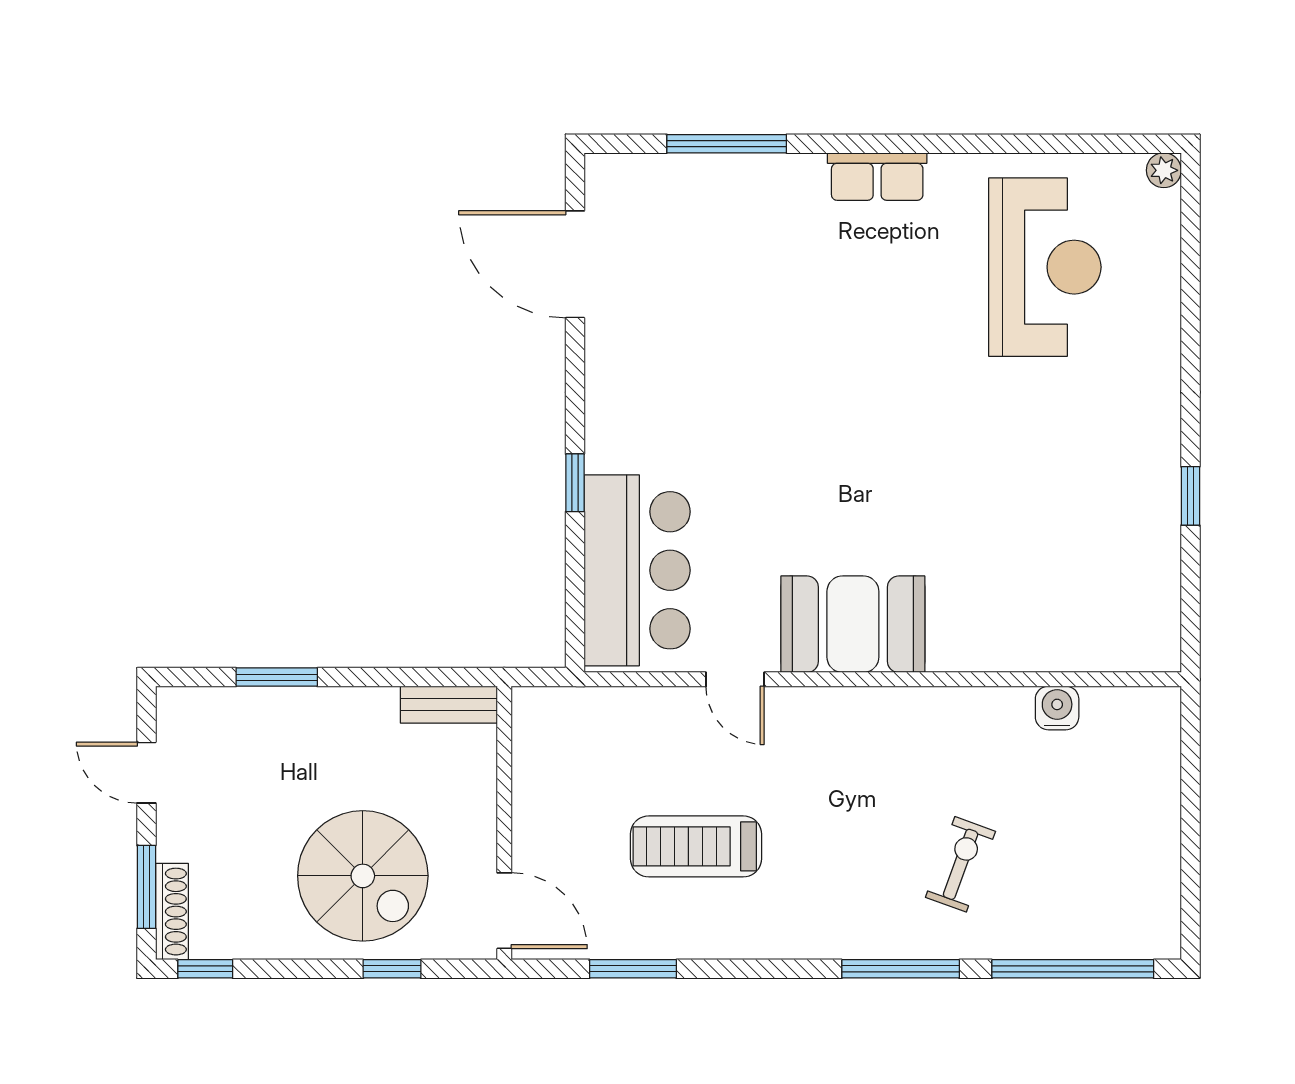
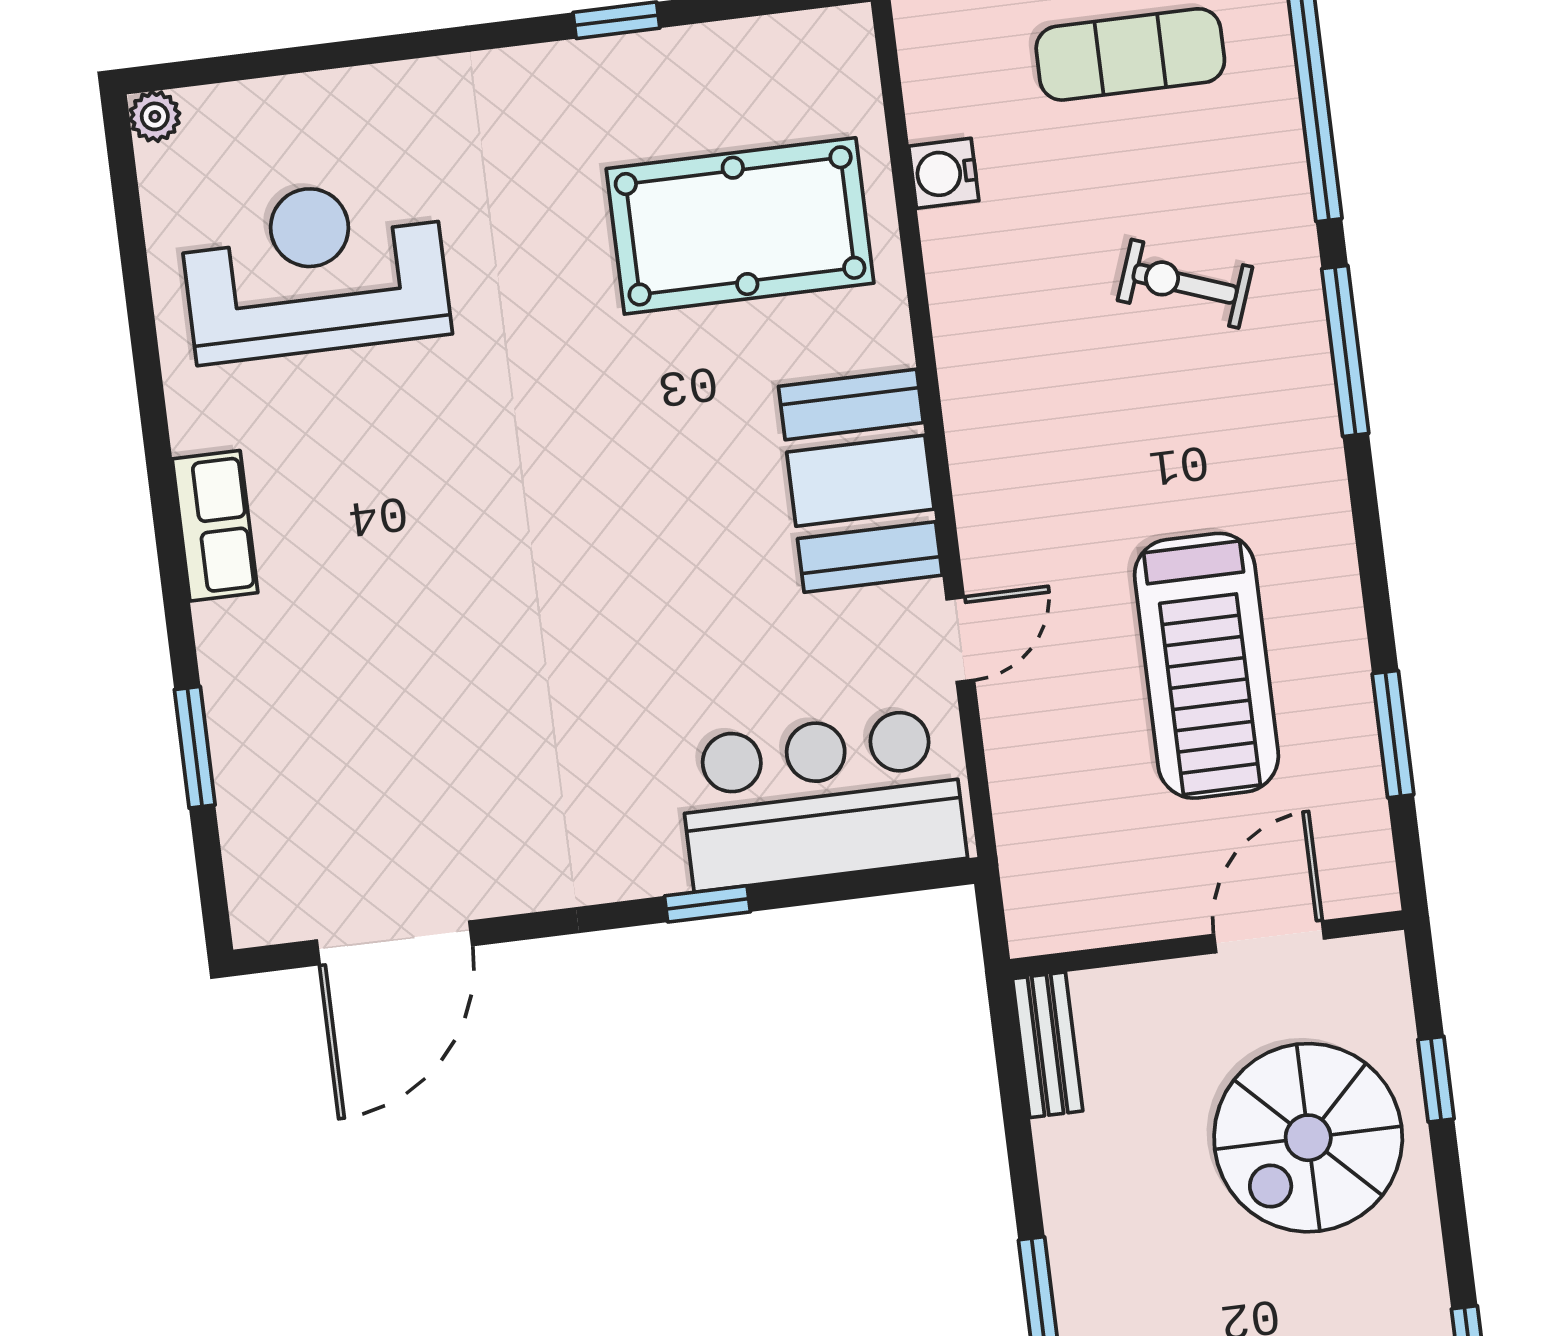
window: (727, 144) -> (195, 747), width x0.69
pool table: (1038, 563) -> (740, 226), added
treadmill: (696, 846) -> (1206, 666), width x1.37, depth x1.37
exercise mat: (1123, 846) -> (1130, 54), added
spiral stairs: (363, 876) -> (1308, 1138), turned 180
door: (504, 911) -> (1269, 937), moved

